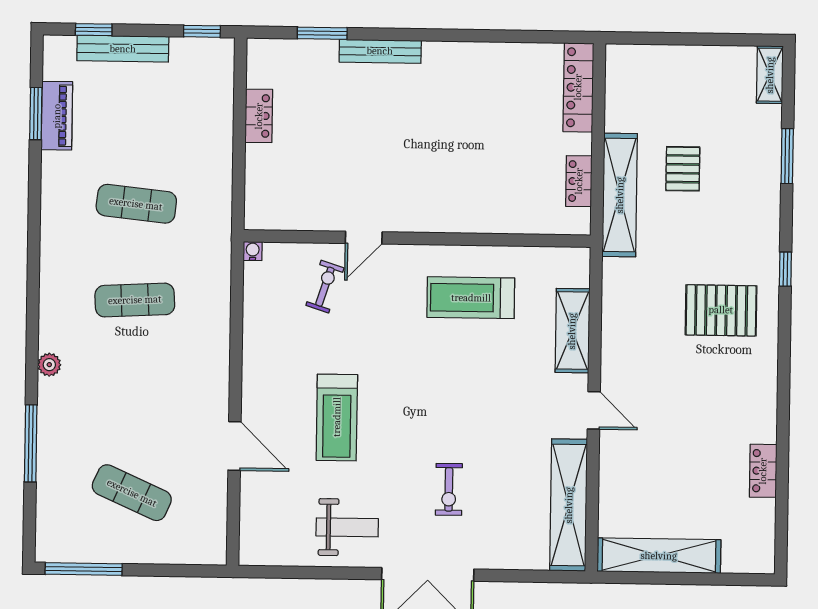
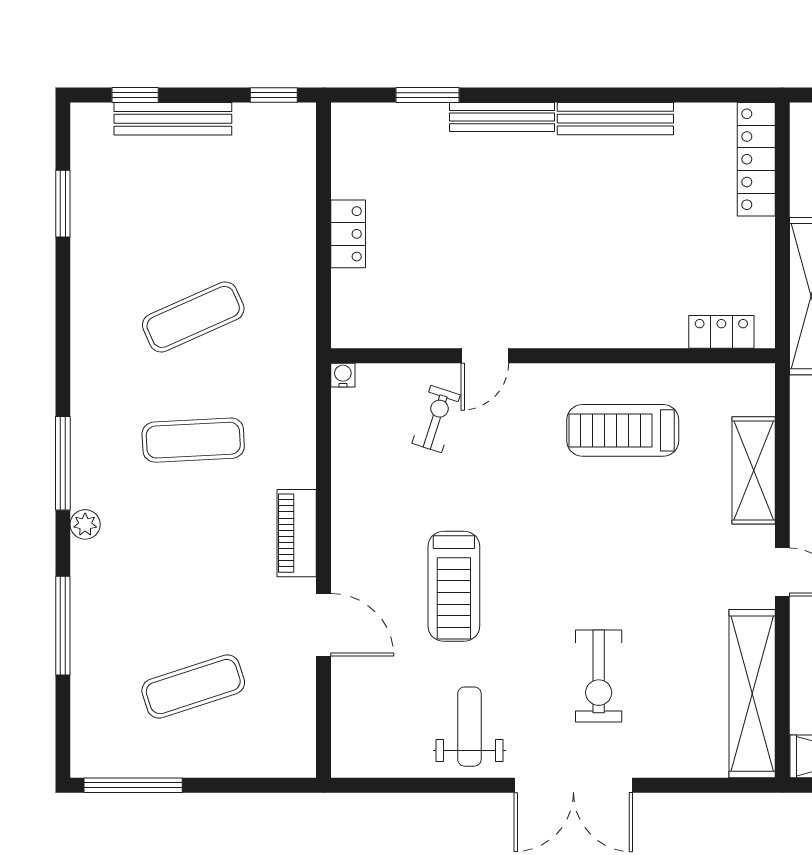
bench: (469, 54) -> (615, 119), added
piano: (57, 116) -> (297, 533), moved, turned 180
locker: (259, 116) -> (348, 234), moved
locker: (579, 181) -> (721, 332), moved, turned 90
exercise mat: (136, 204) -> (193, 317), turned -30
window: (33, 317) -> (63, 463), added
exercise bike: (449, 489) -> (599, 676), width x1.38, depth x1.39
exercise mat: (132, 493) -> (193, 687), turned -42
weight bench: (347, 527) -> (469, 727), turned -90

